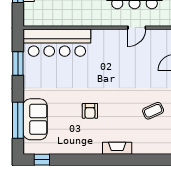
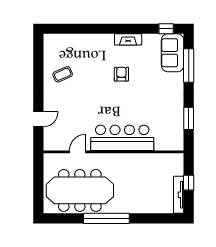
bar counter: (57, 43) -> (122, 138), moved
sofa: (35, 119) -> (173, 53), moved
fireplace: (117, 148) -> (128, 39), moved

